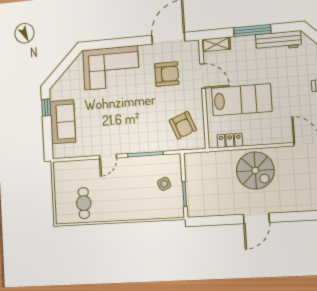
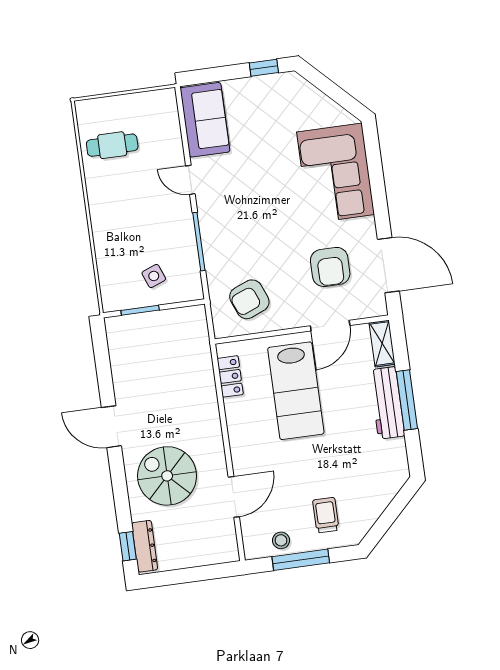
workbench: (278, 41) -> (387, 403), moved
sofa: (63, 122) -> (205, 120), moved, turned -90
spiral stairs: (255, 171) -> (167, 476), moved, turned 90

